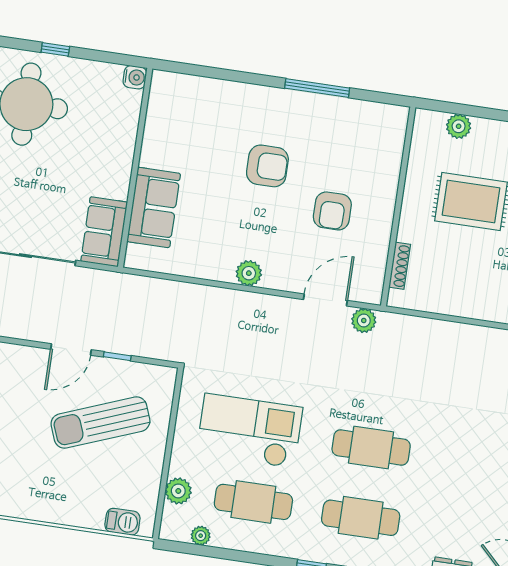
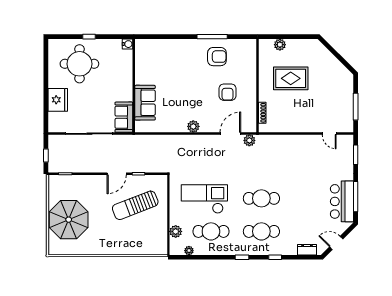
armchair: (267, 166) -> (217, 57), moved
barbecue: (122, 522) -> (152, 249), removed

